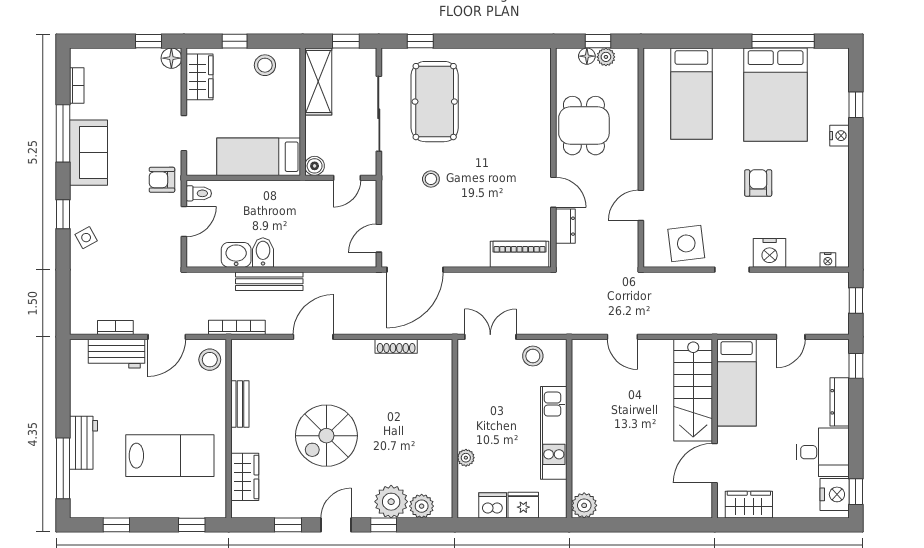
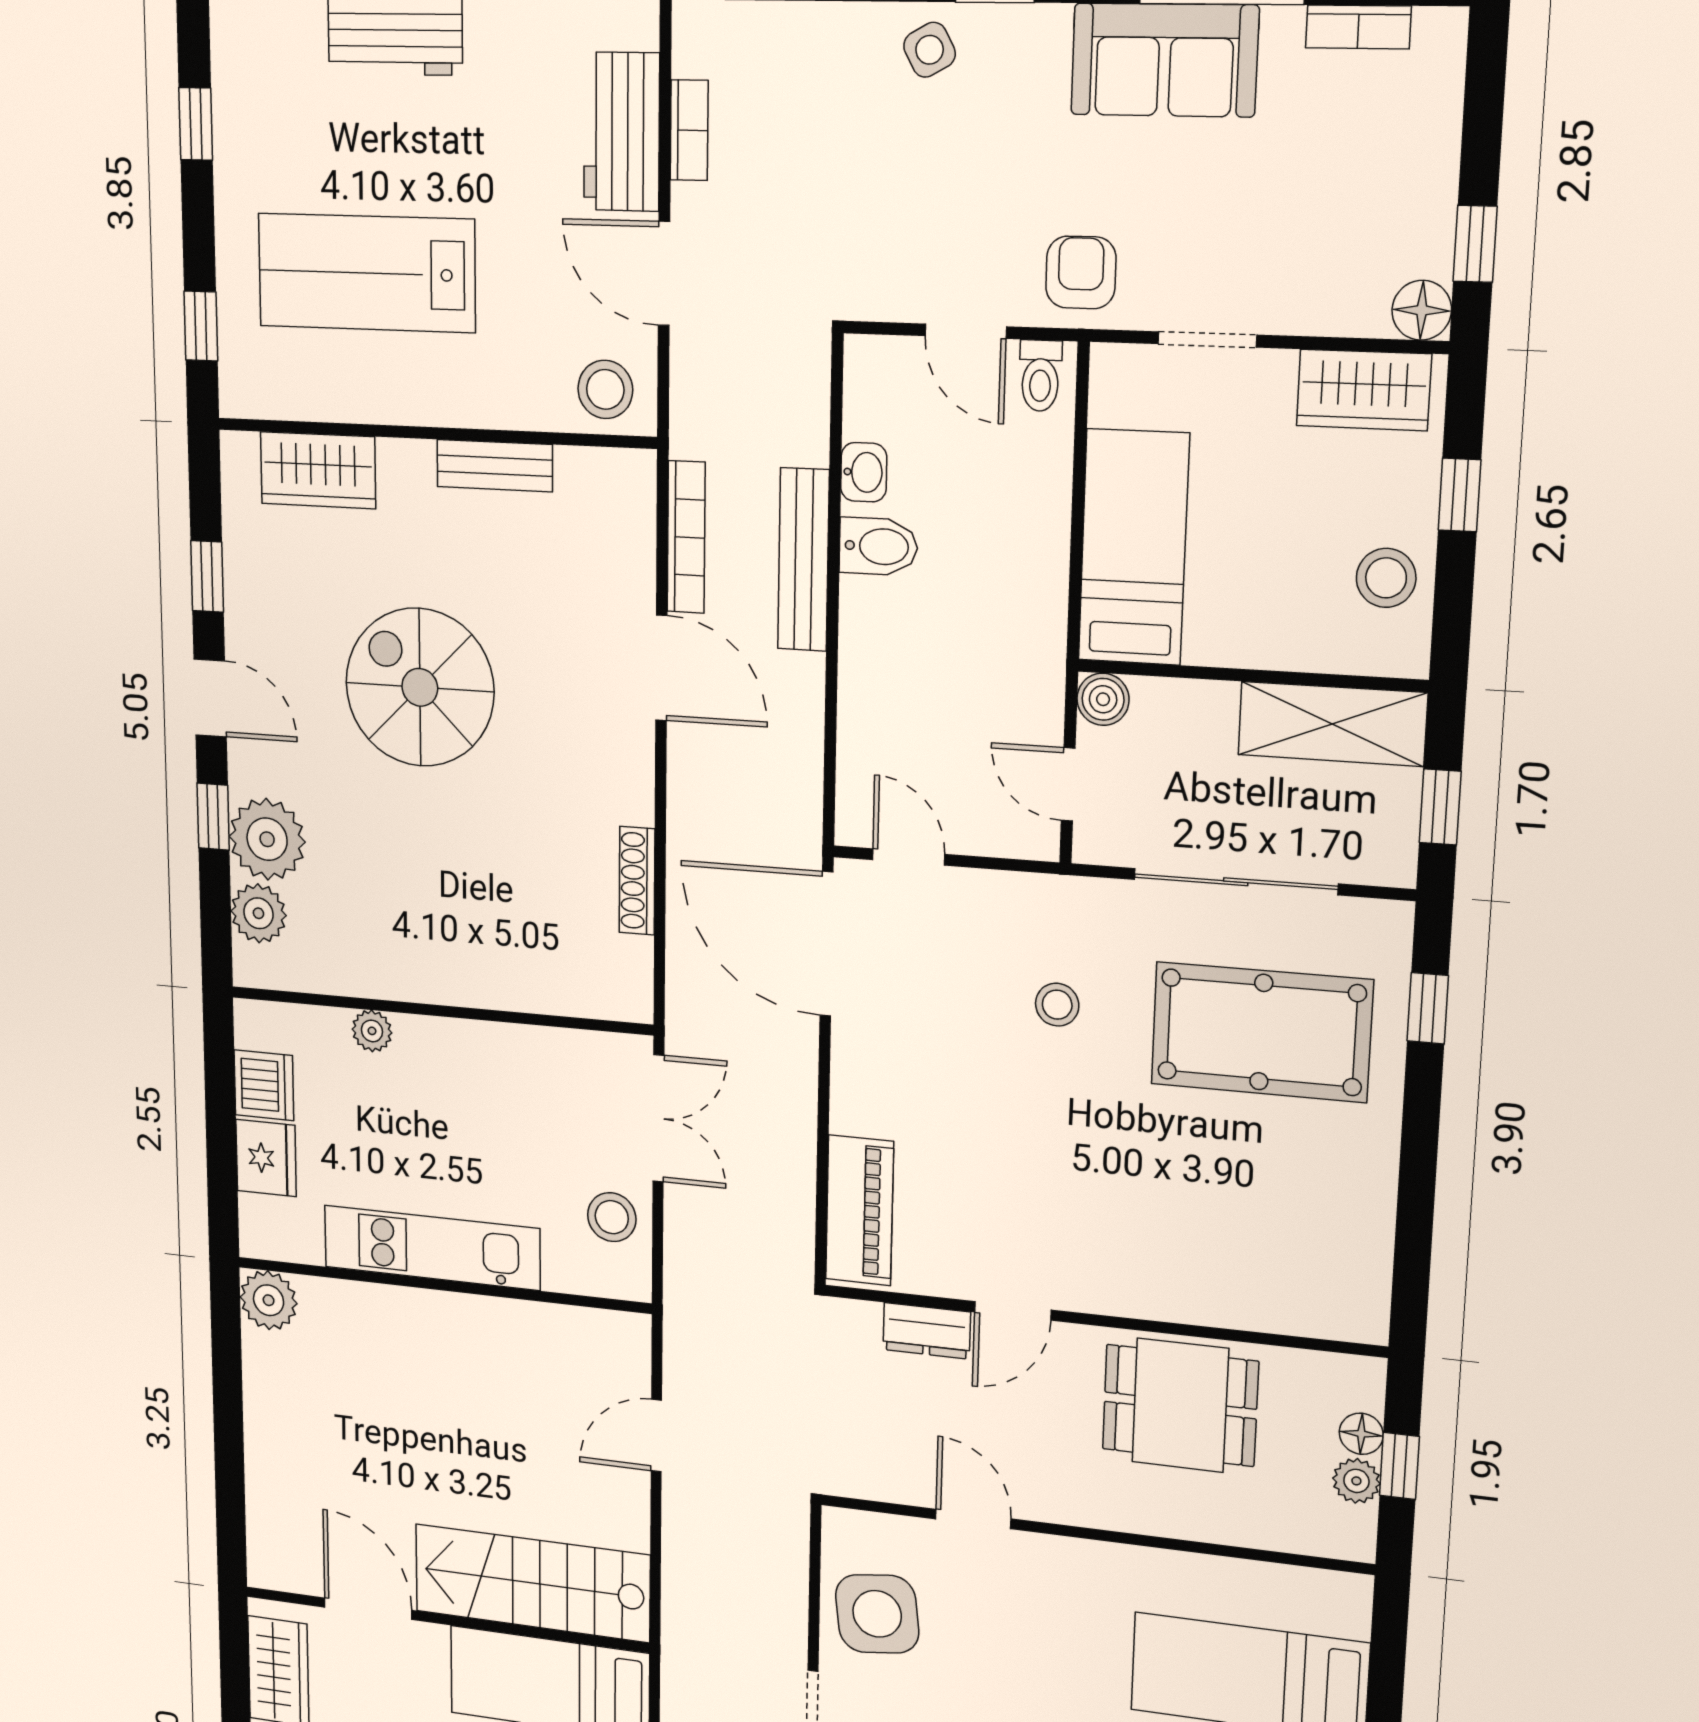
washbasin: (236, 255) -> (864, 472), width x0.72, depth x0.69
bookcase: (237, 327) -> (686, 537), moved
lab bench: (170, 456) -> (366, 273), turned 90

